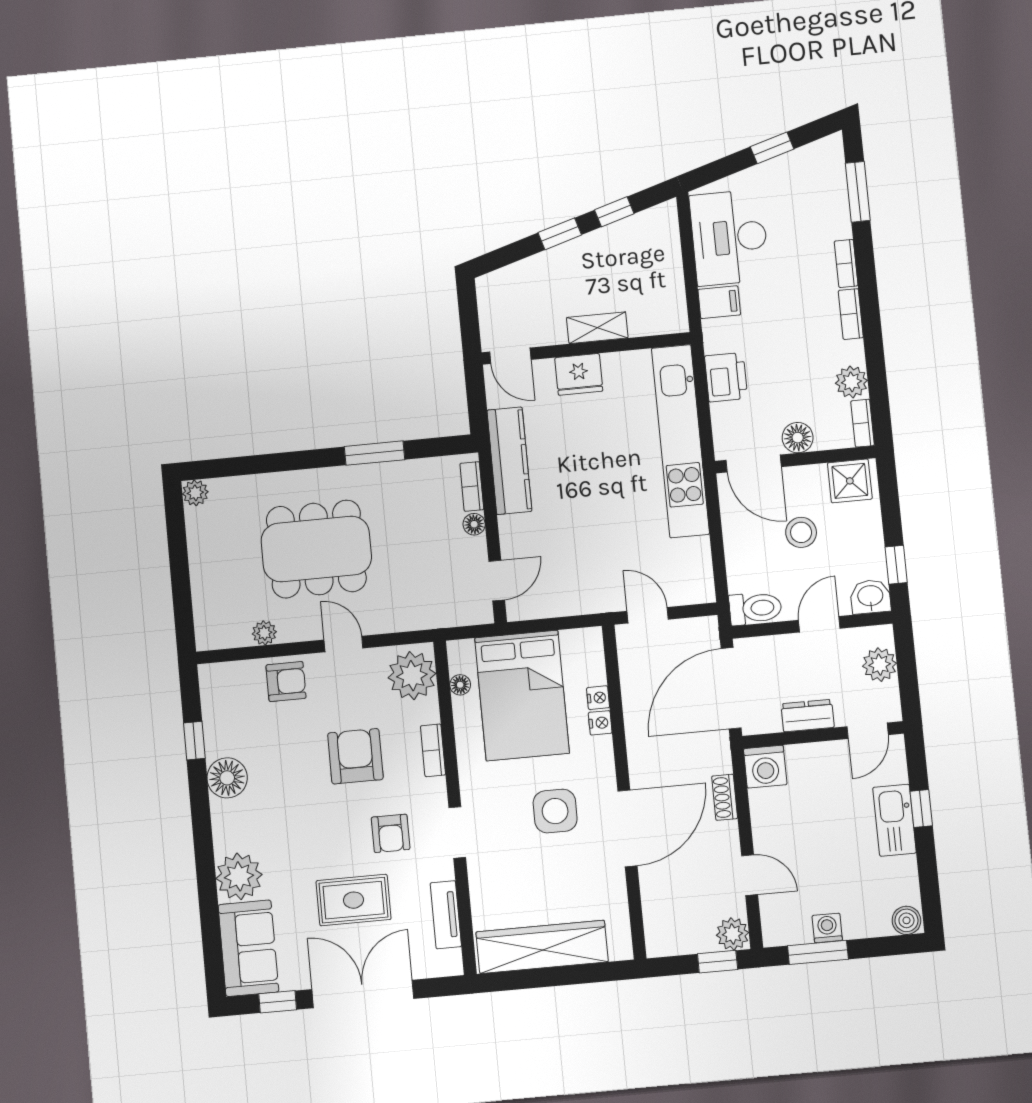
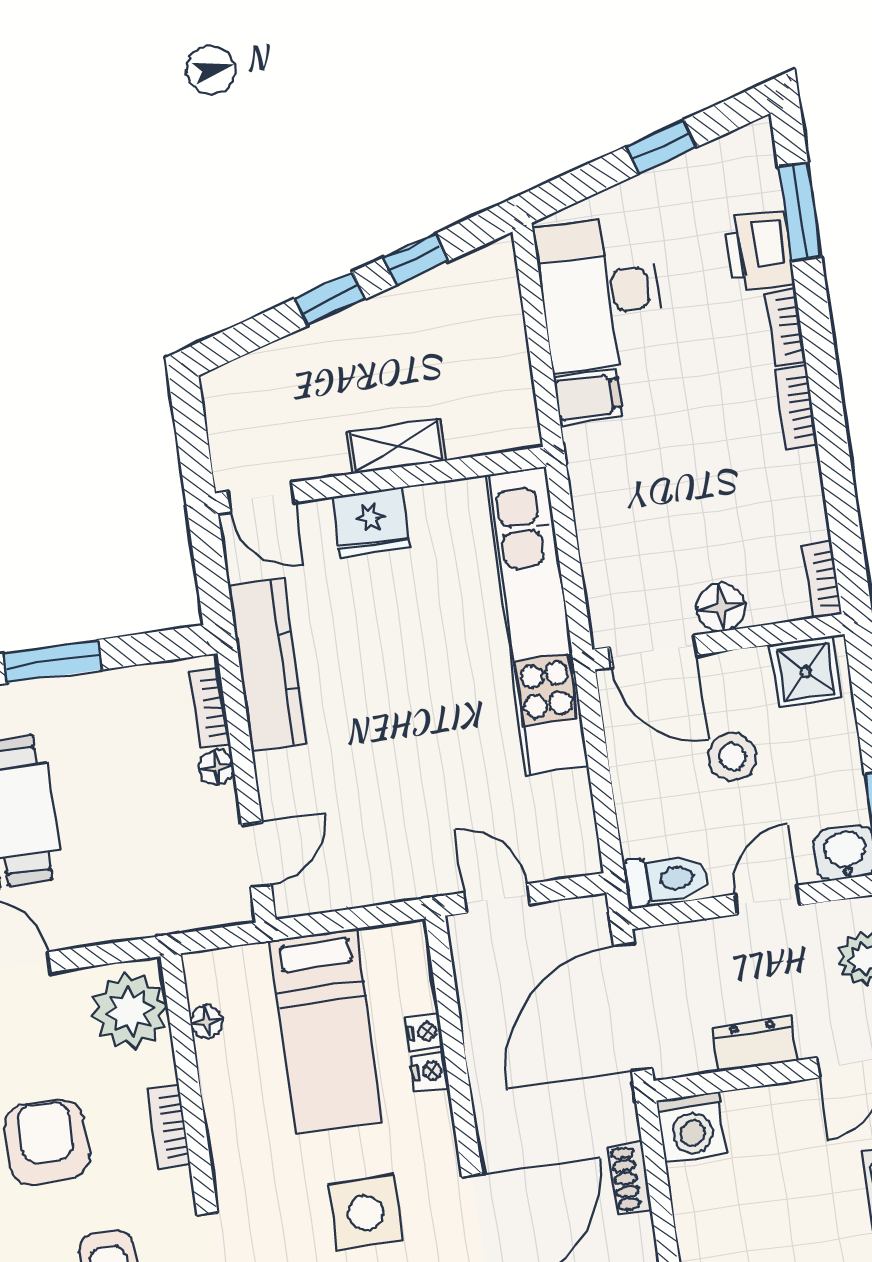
printer: (726, 377) -> (759, 251), moved, turned 180
plant: (851, 382) -> (802, 515), removed
bed: (522, 695) -> (326, 1031), width x0.67

